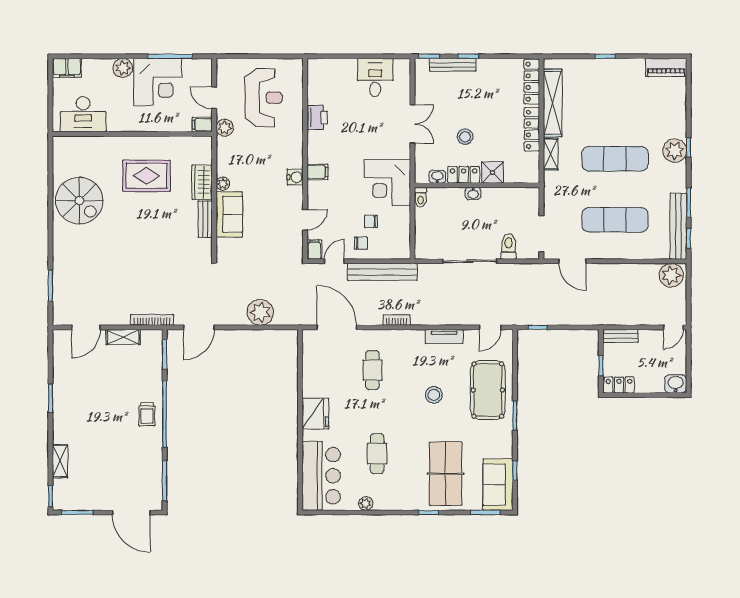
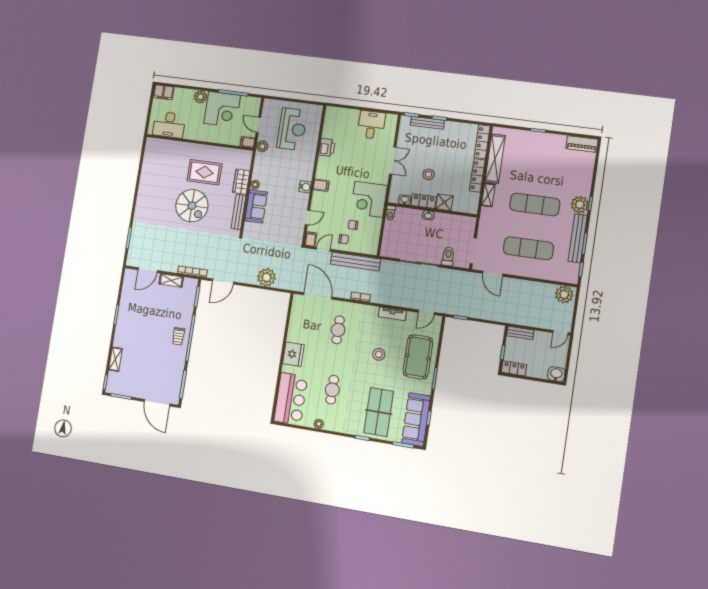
spiral stairs: (79, 201) -> (192, 206), moved
bench: (205, 219) -> (238, 212), width x1.36
bench: (678, 226) -> (578, 238), moved
sofa: (498, 485) -> (416, 420), width x1.36

